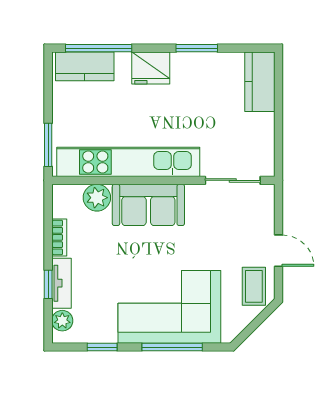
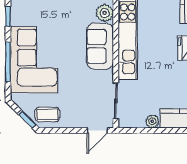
plant: (265, 124) -> (152, 121), added
door: (278, 251) -> (97, 130), moved
window: (262, 317) -> (27, 120), added

